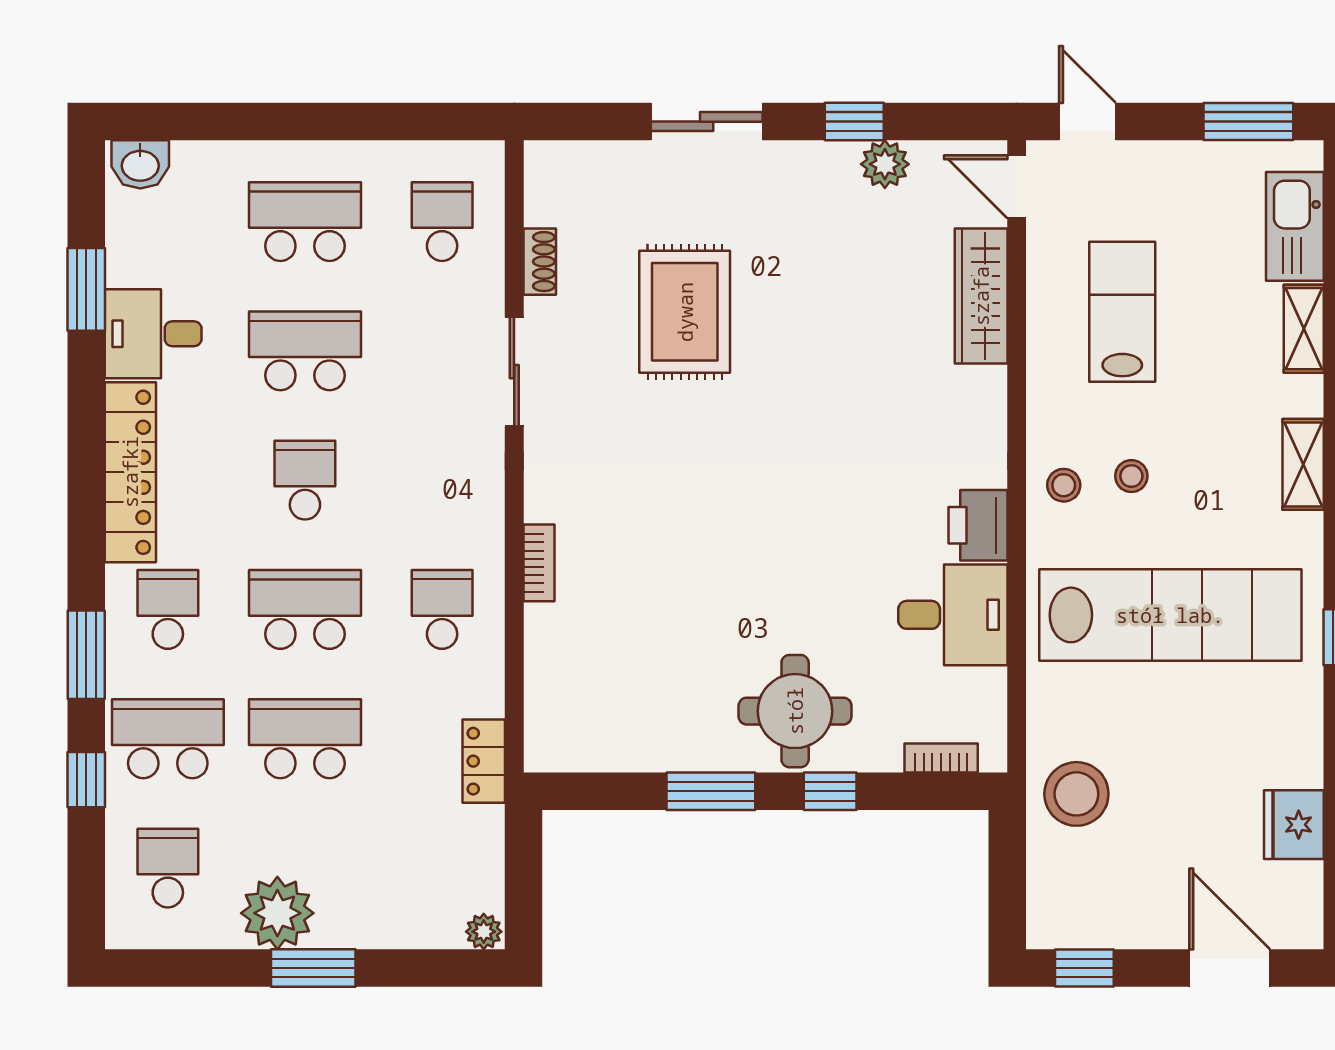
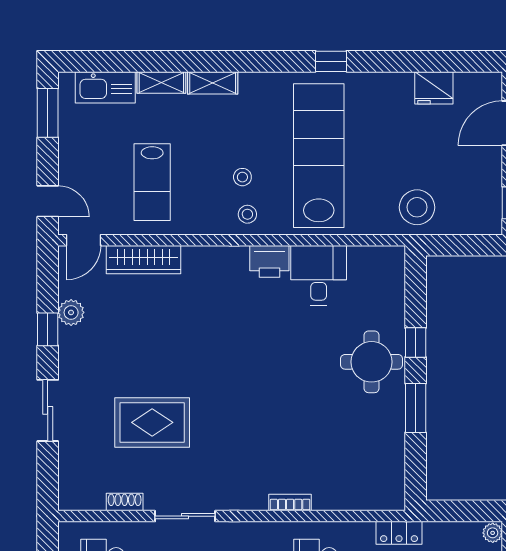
door: (1087, 122) -> (48, 201), swing flipped
lab bench: (1122, 312) -> (152, 182), turned -90
shelving: (1303, 464) -> (213, 83), moved
bookcase: (941, 758) -> (397, 282), removed

